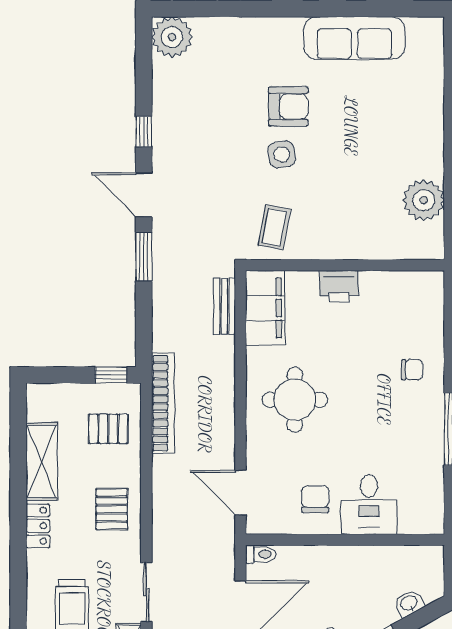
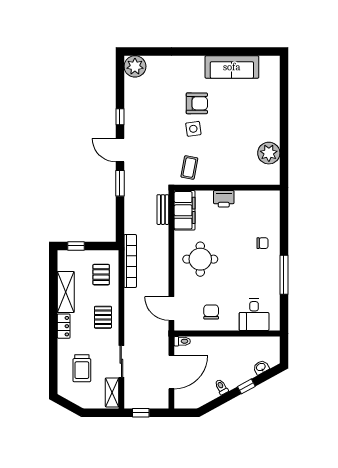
window: (111, 375) -> (76, 246), moved
pallet: (108, 429) -> (101, 275), turned 90
desk: (369, 505) -> (254, 315), moved

